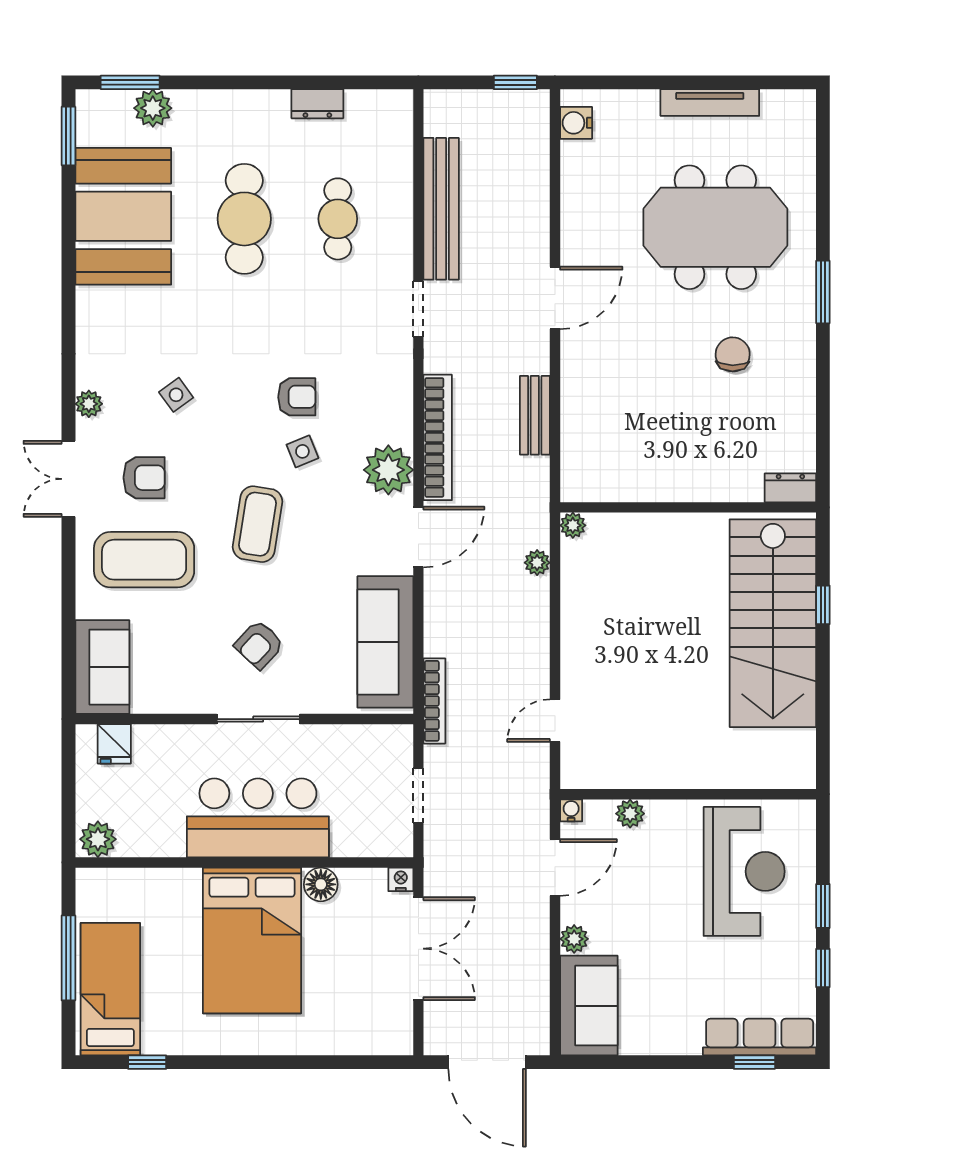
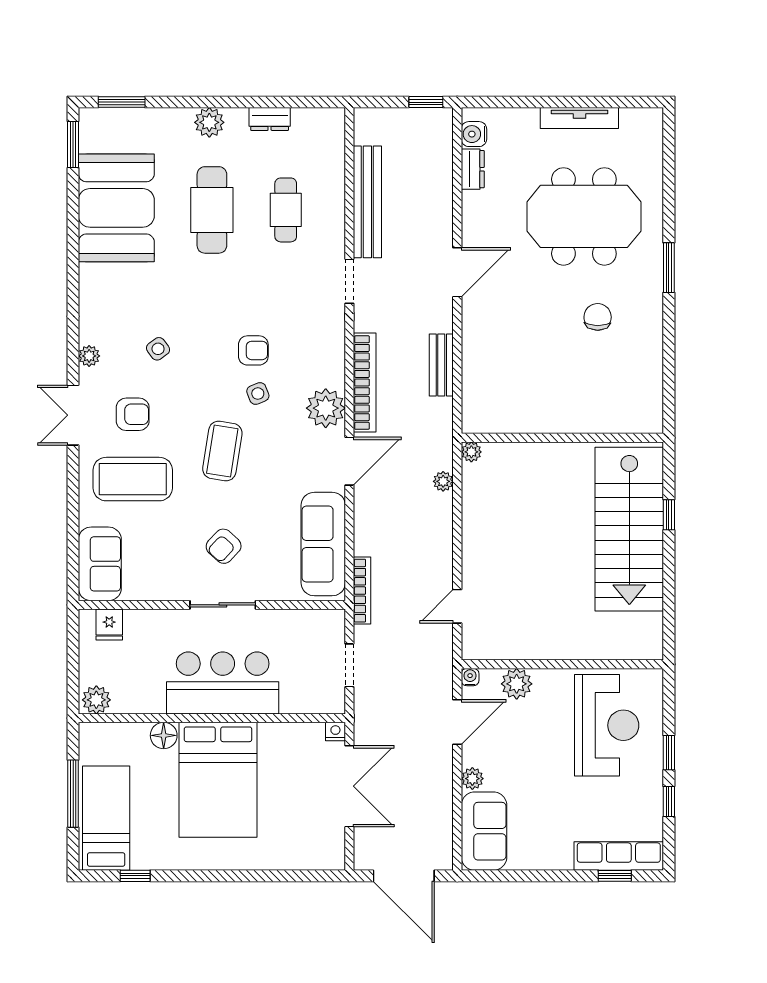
plant: (153, 108) -> (209, 122), moved
dresser: (790, 488) -> (473, 169), moved, turned 90
plant: (630, 814) -> (517, 684), width x1.38, depth x1.38
floor lamp: (321, 884) -> (164, 735), moved

